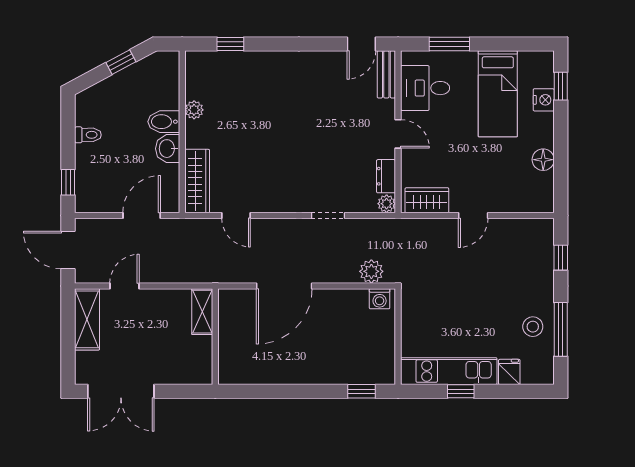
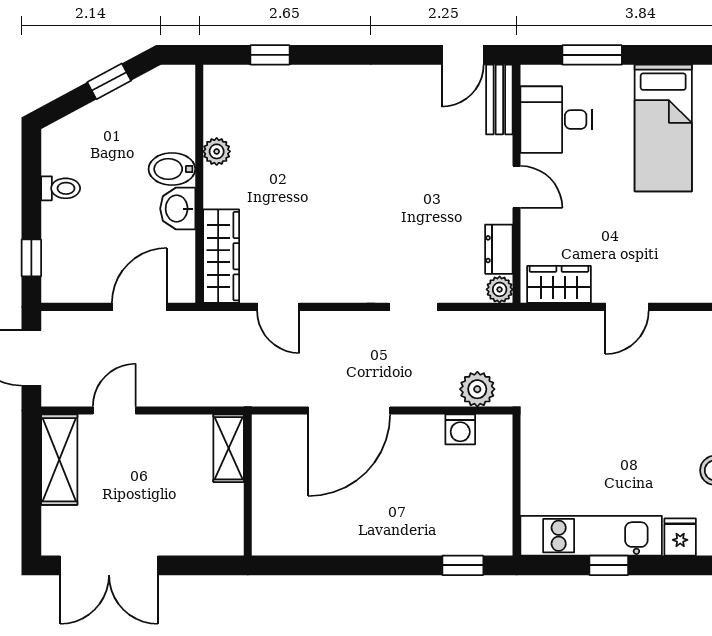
washing machine: (380, 299) -> (460, 429), moved

